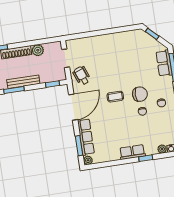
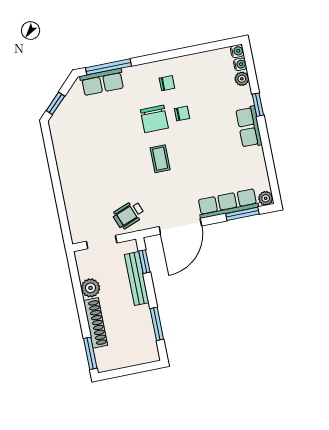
bench: (23, 82) -> (137, 279), moved
chair: (140, 94) -> (154, 119), turned 180
door: (73, 107) -> (180, 226), swing flipped

